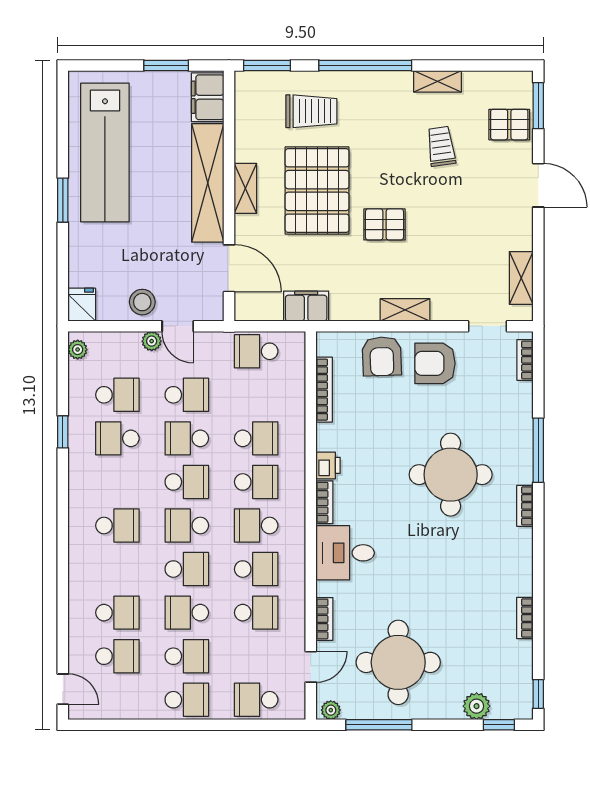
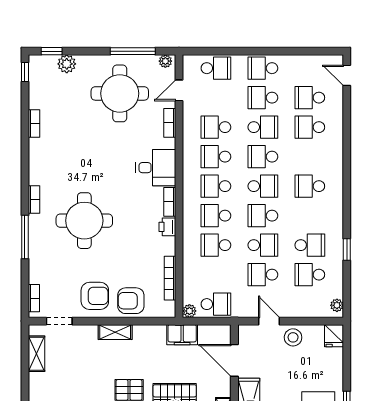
plant: (152, 341) -> (189, 311), moved
armchair: (382, 356) -> (131, 301), turned -88
school desk: (256, 525) -> (216, 186), turned 180

